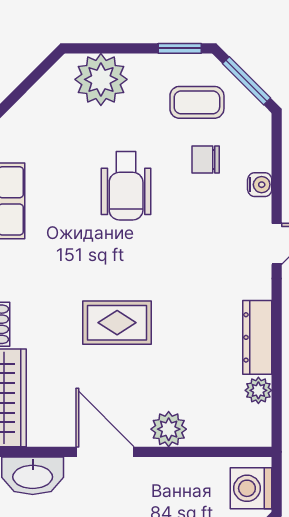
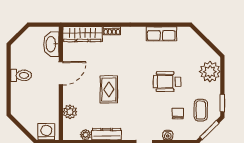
rug: (117, 323) -> (109, 89), moved
plant: (169, 429) -> (70, 112), moved

